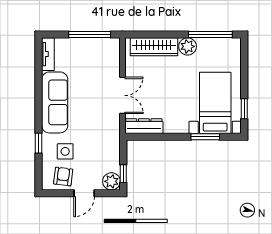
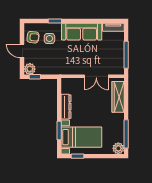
plant: (188, 46) -> (118, 148), moved
double door: (123, 95) -> (96, 76), moved
dresser: (144, 126) -> (66, 107), moved

